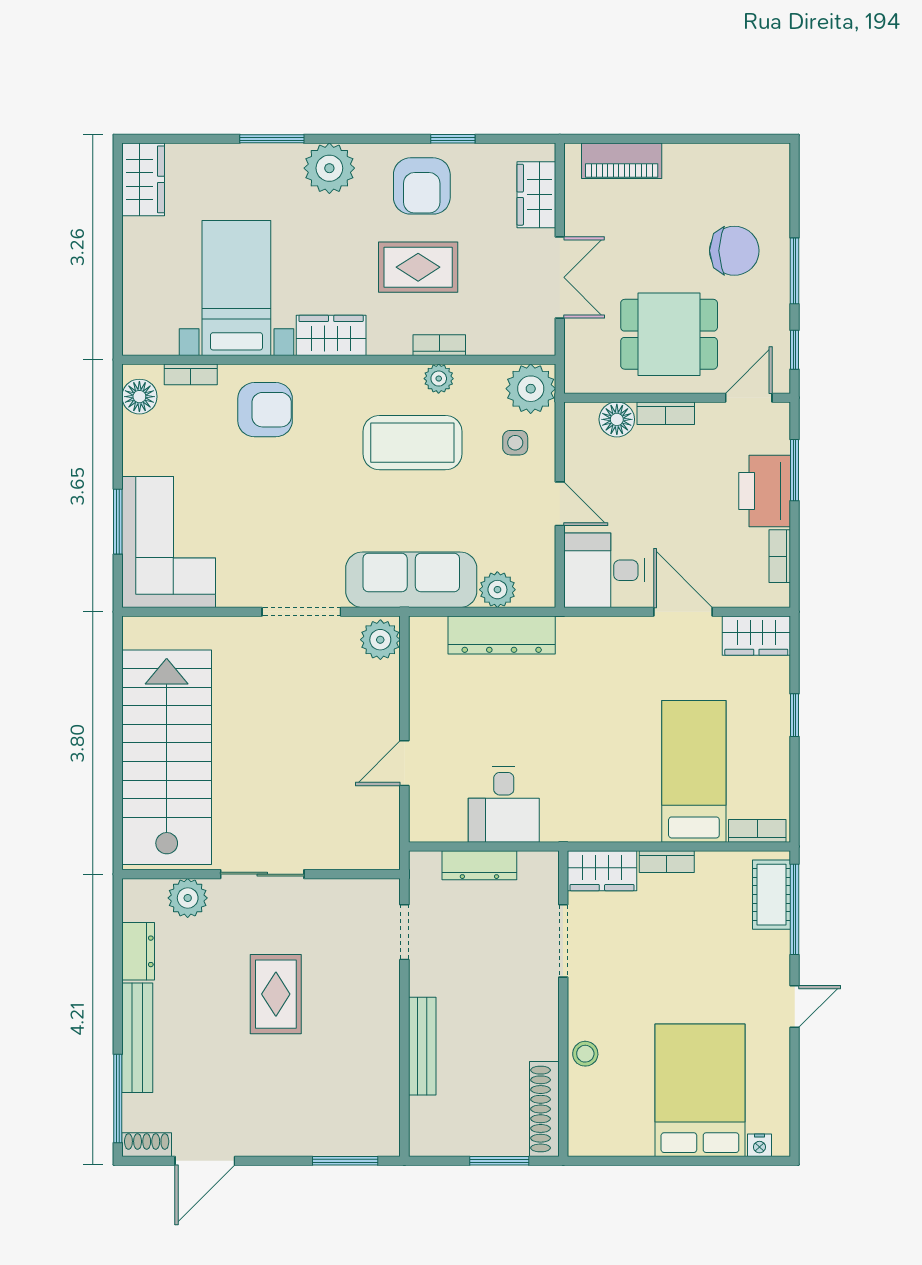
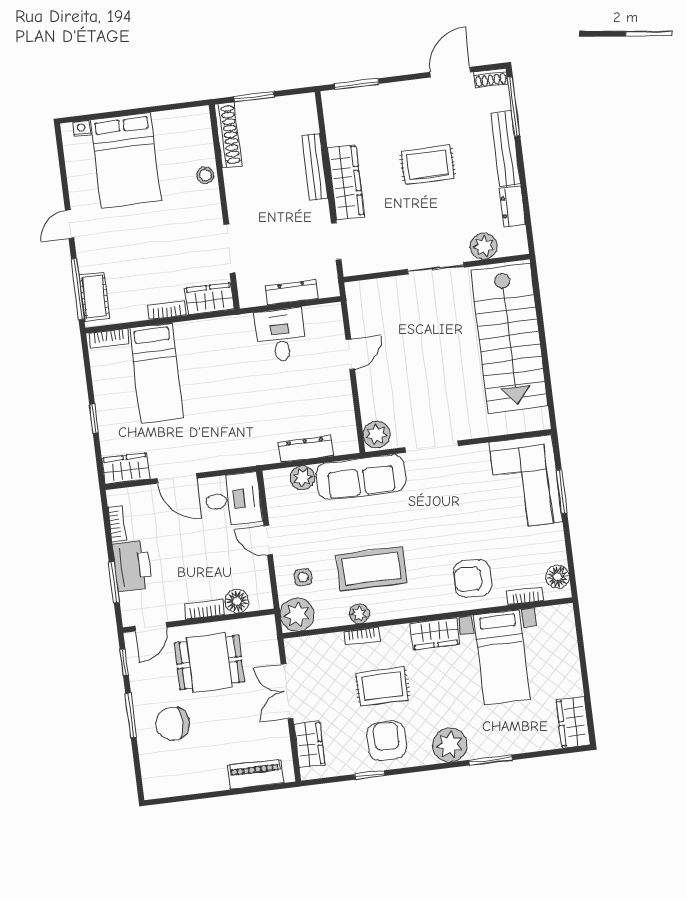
dresser: (502, 635) -> (306, 449), width x0.73, depth x0.80
rug: (276, 994) -> (428, 165), moved, turned 90
wardrobe: (379, 1018) -> (346, 182), added

